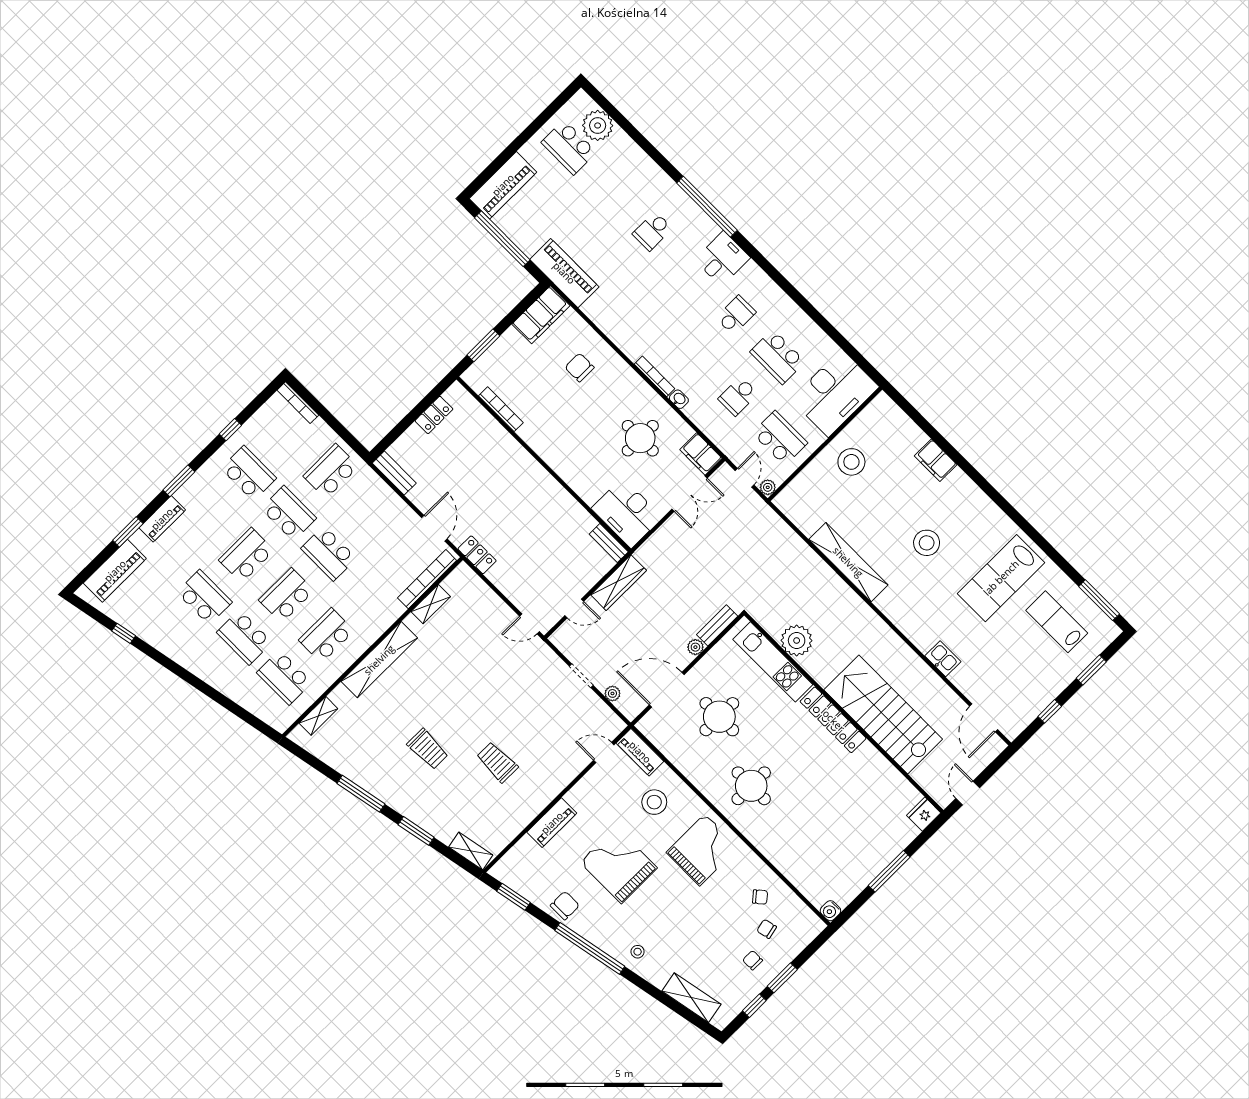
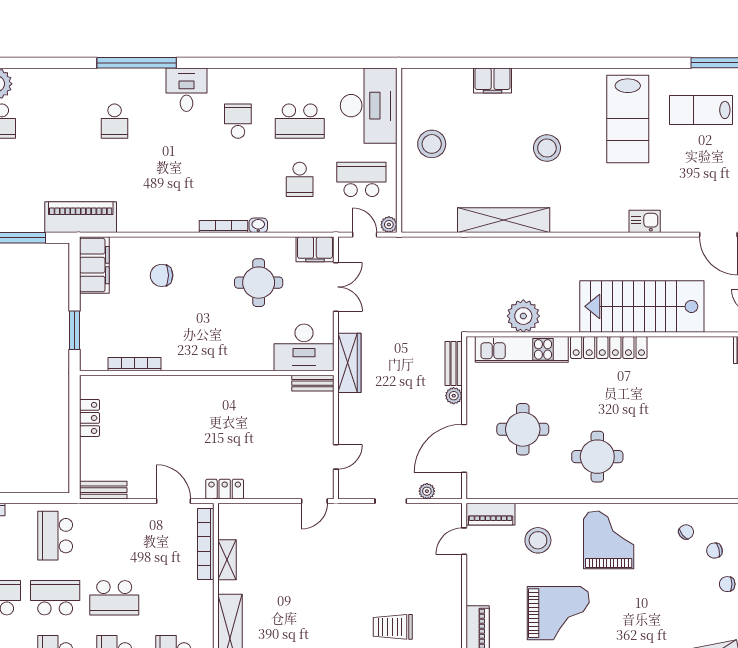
wardrobe: (619, 583) -> (349, 363), moved
grand piano: (619, 865) -> (558, 613), turned 180

